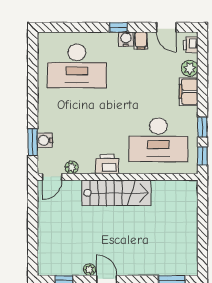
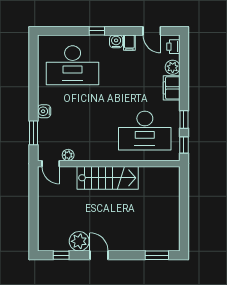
window: (118, 27) -> (97, 31), moved
water cooler: (45, 140) -> (44, 111), moved
printer: (107, 164) -> (99, 152), removed
door: (52, 177) -> (51, 164), hinge flipped
plant: (89, 270) -> (79, 241), width x1.87, depth x1.87

